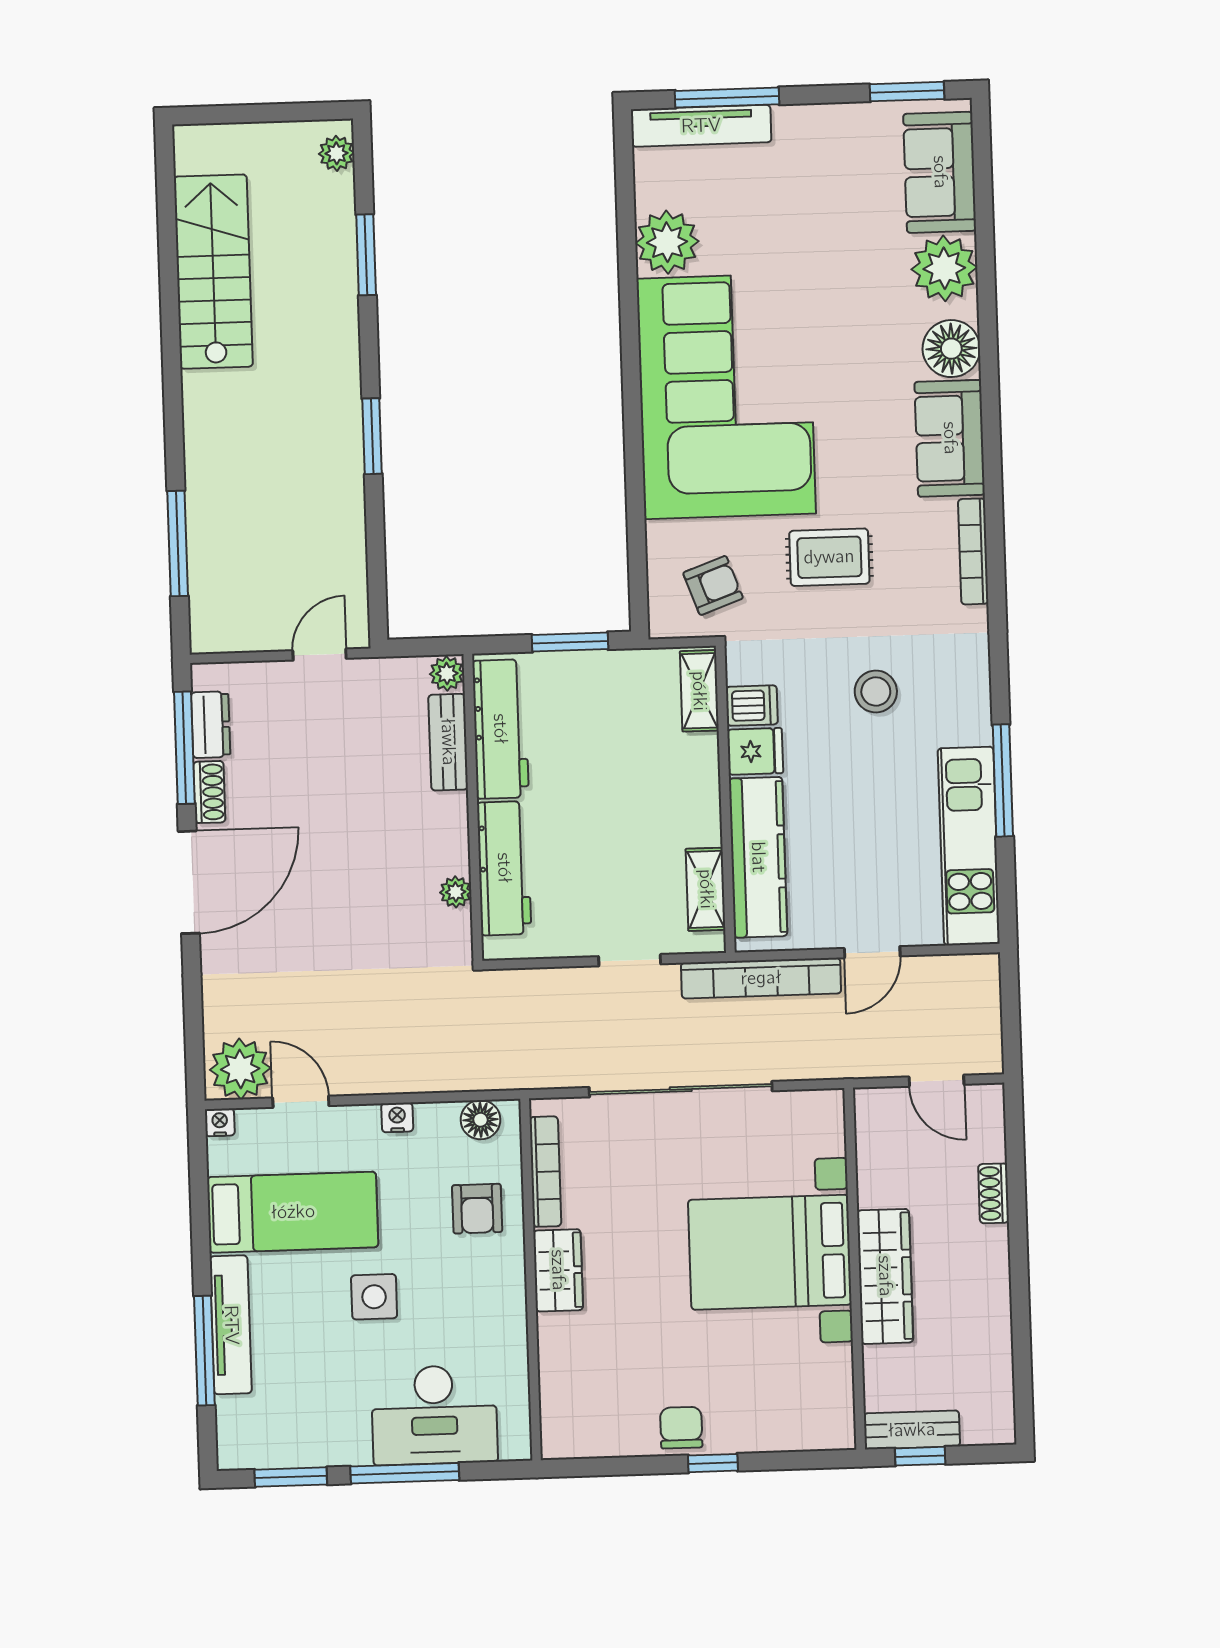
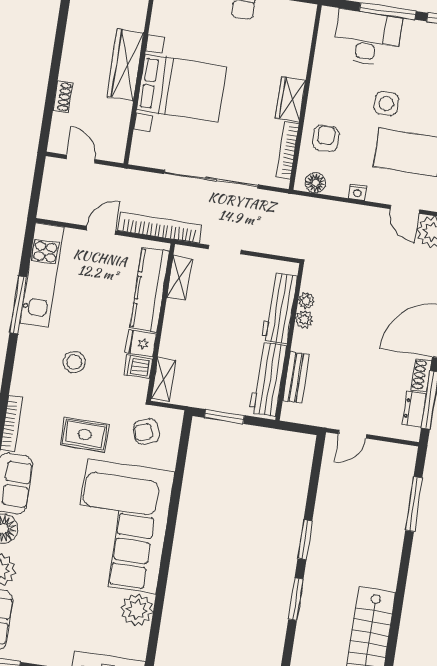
window: (366, 255) -> (296, 599), moved
plant: (447, 673) -> (304, 319), moved

